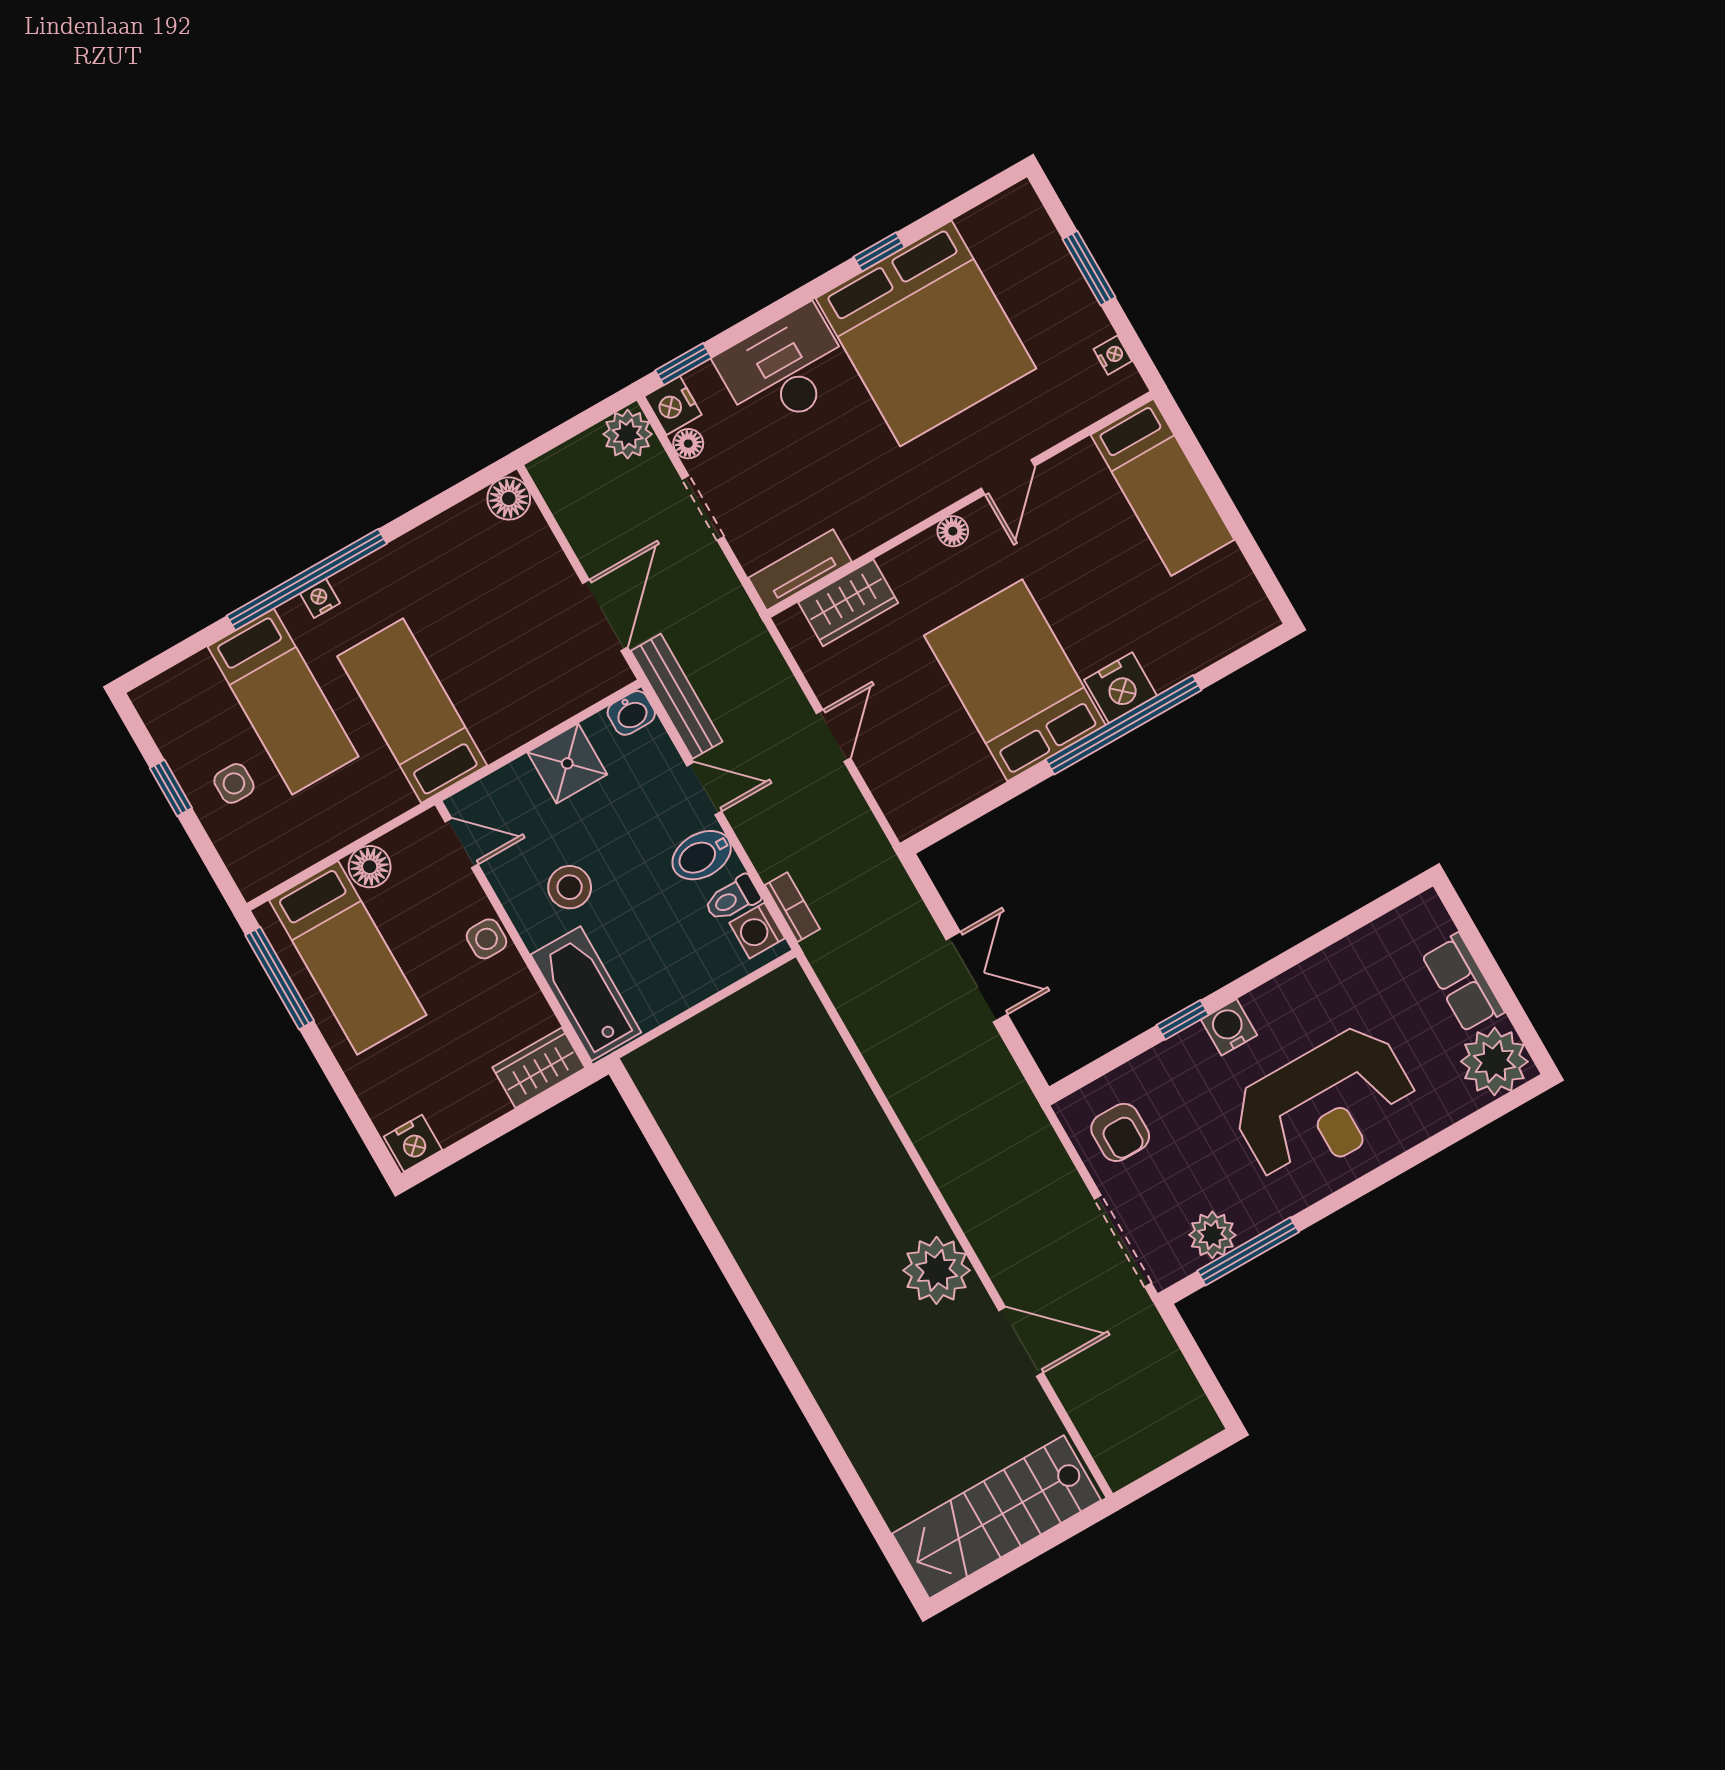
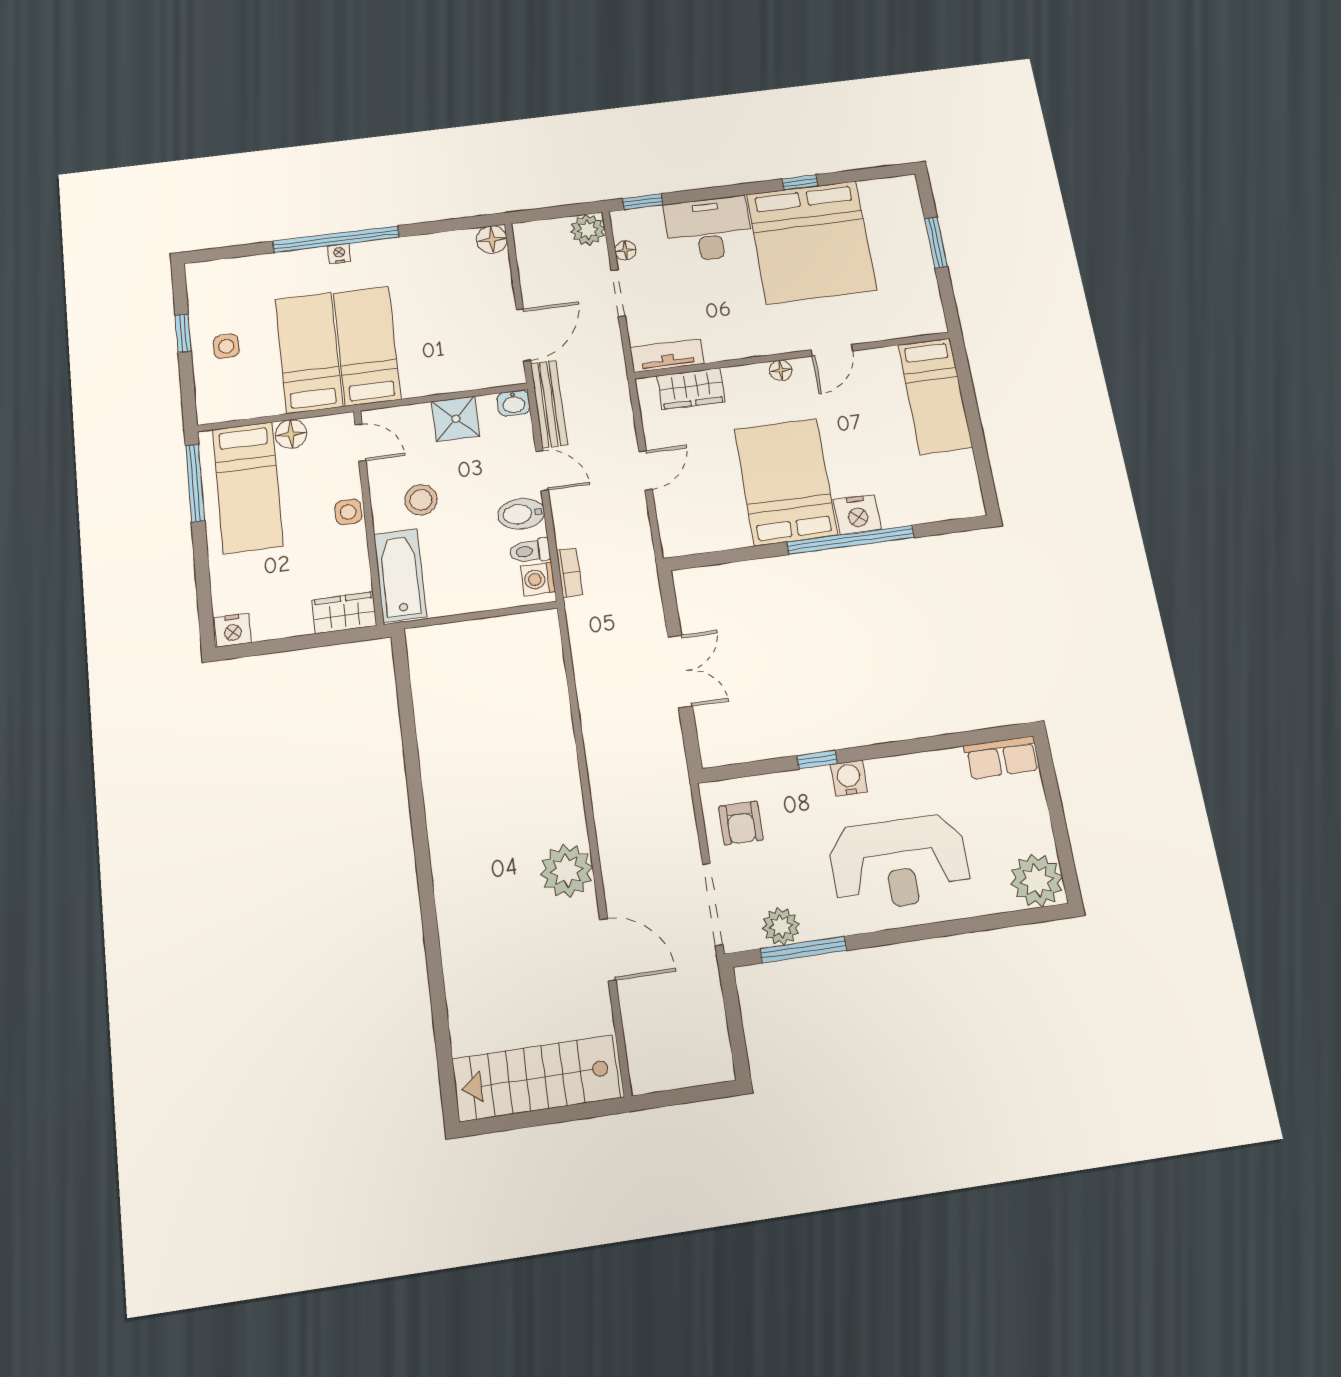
nightstand: (1113, 355) -> (932, 301), removed
nightstand: (673, 406) -> (625, 224), removed
bed: (283, 701) -> (309, 353), moved, turned 180
row of seats: (1463, 983) -> (1002, 758), moved, turned -90

